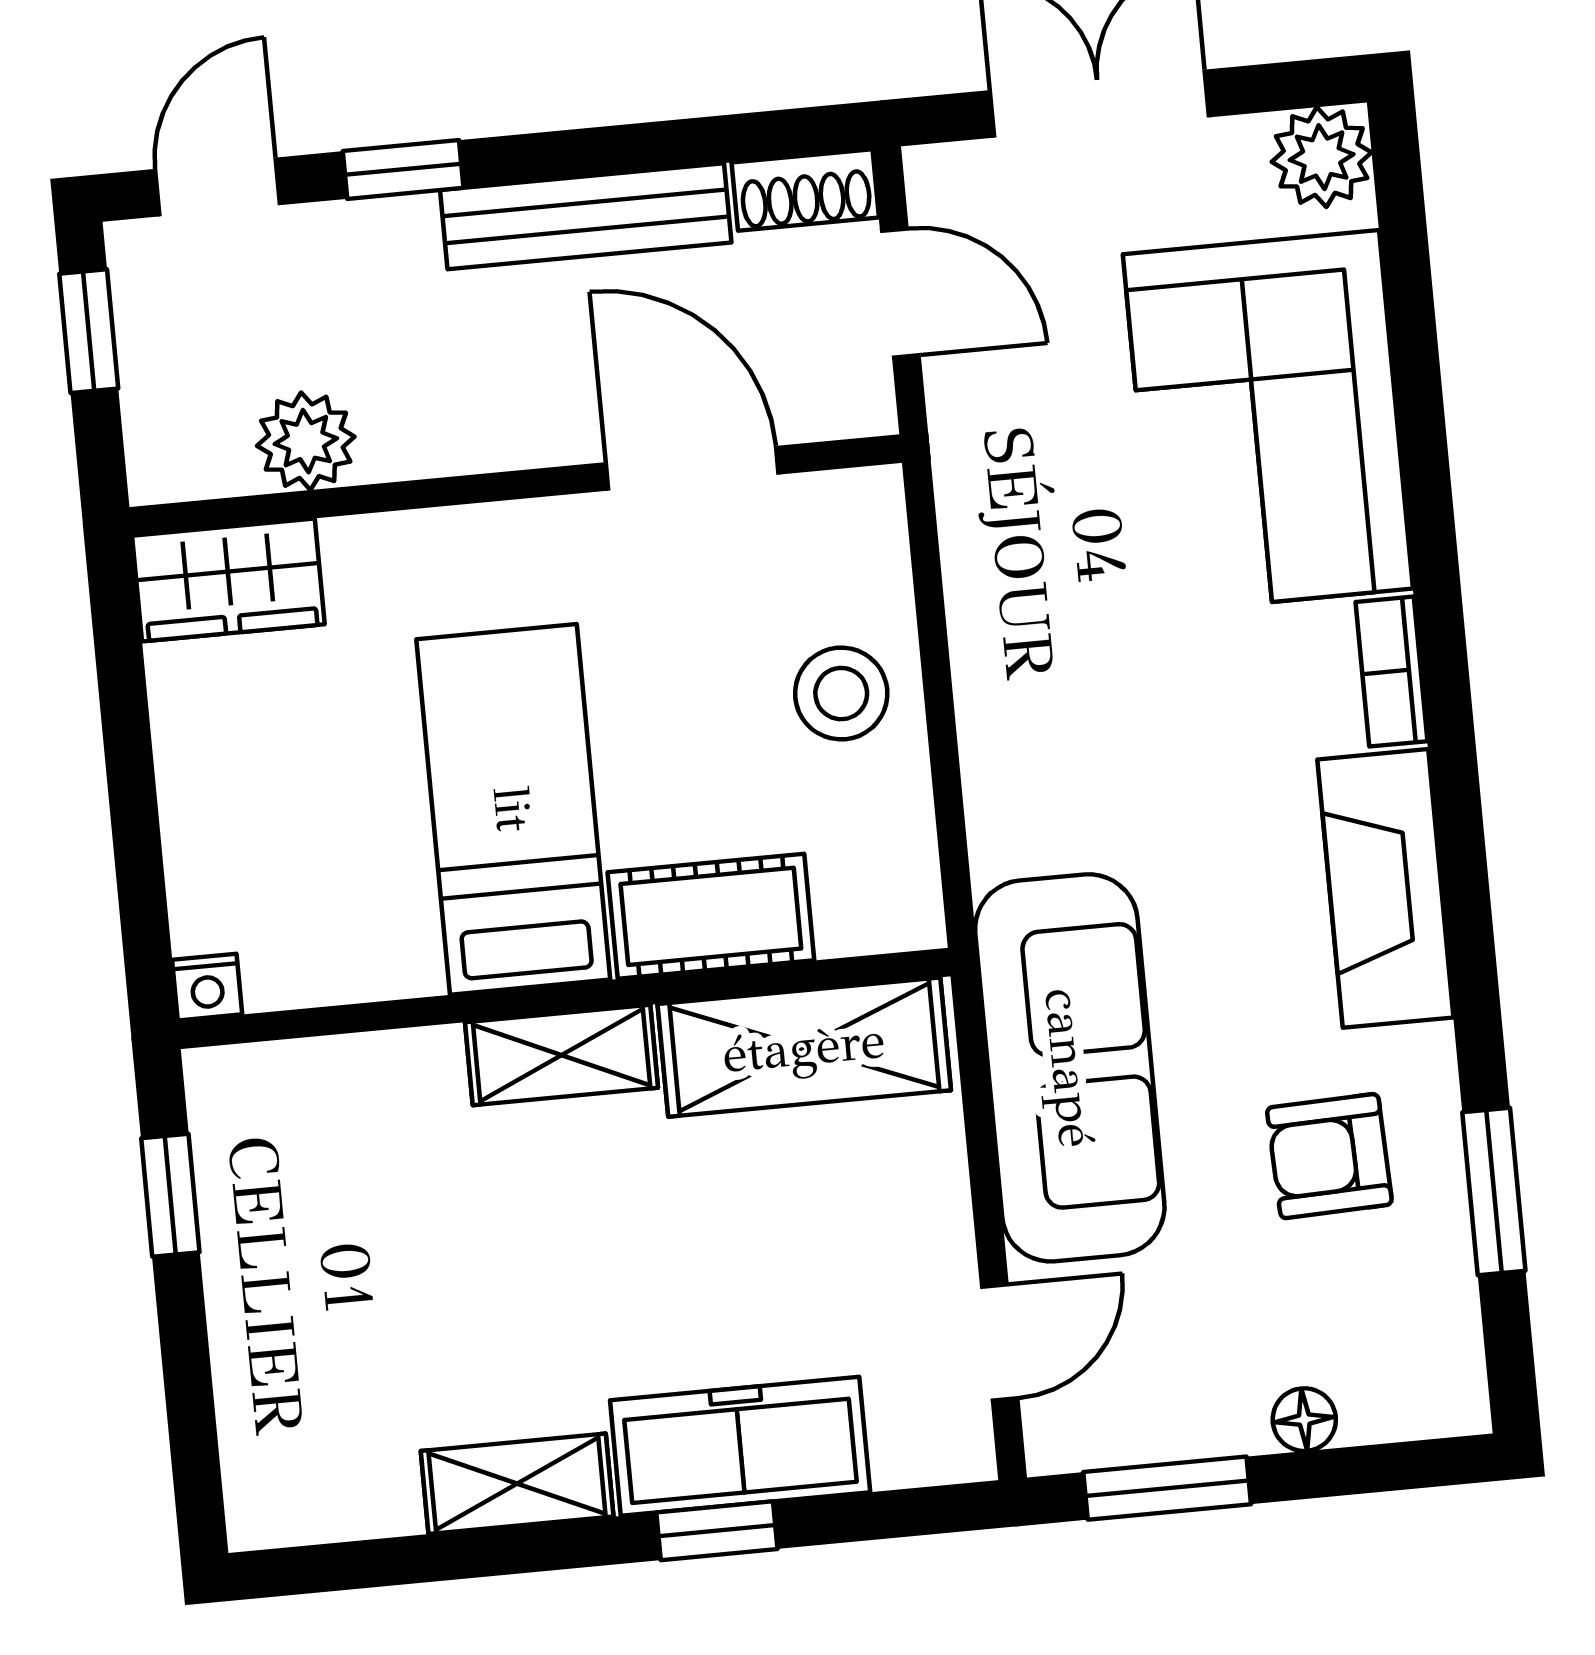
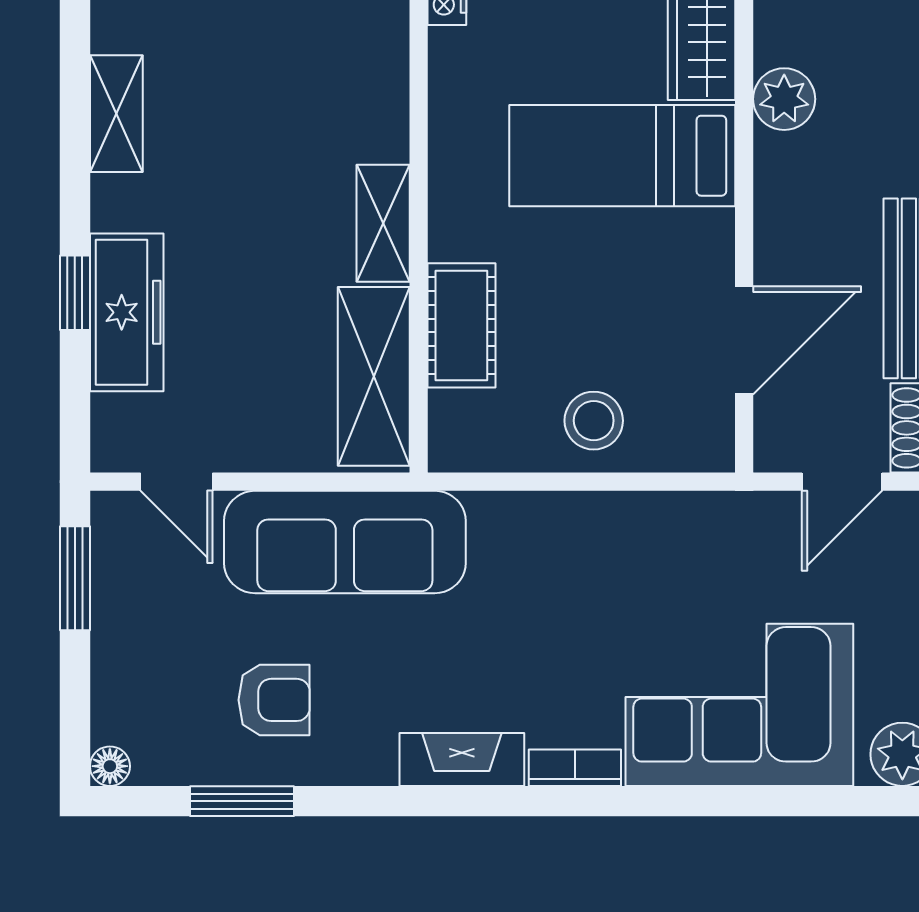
bed: (513, 809) -> (622, 156), moved, turned 180
fireplace: (1385, 888) -> (462, 759), width x0.73, depth x0.76
armchair: (1329, 1156) -> (274, 700), turned 92
floor lamp: (1304, 1420) -> (110, 766), moved
shelving: (517, 1484) -> (116, 114), moved

